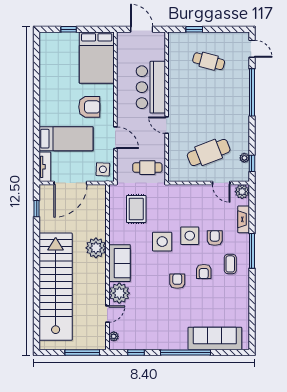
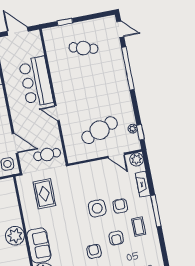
door: (115, 138) -> (15, 143), moved
side table: (162, 242) -> (73, 219), removed

